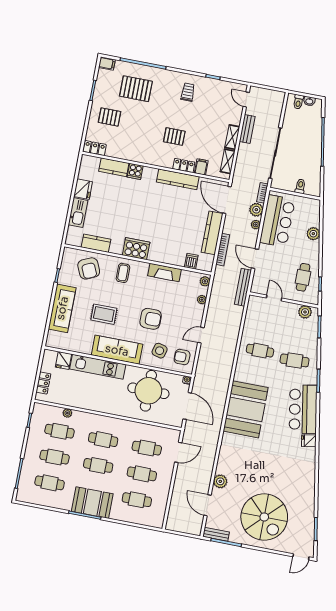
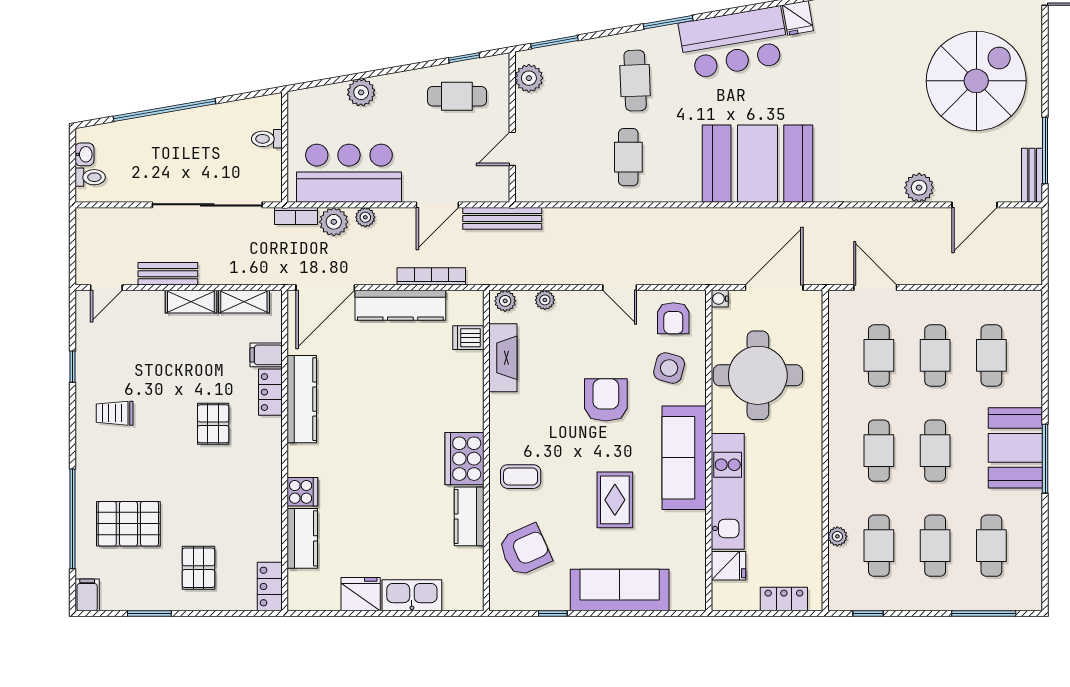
pallet: (136, 89) -> (128, 524), turned 90
kitchen counter: (96, 243) -> (469, 516), moved
fireplace: (165, 273) -> (503, 358), moved

